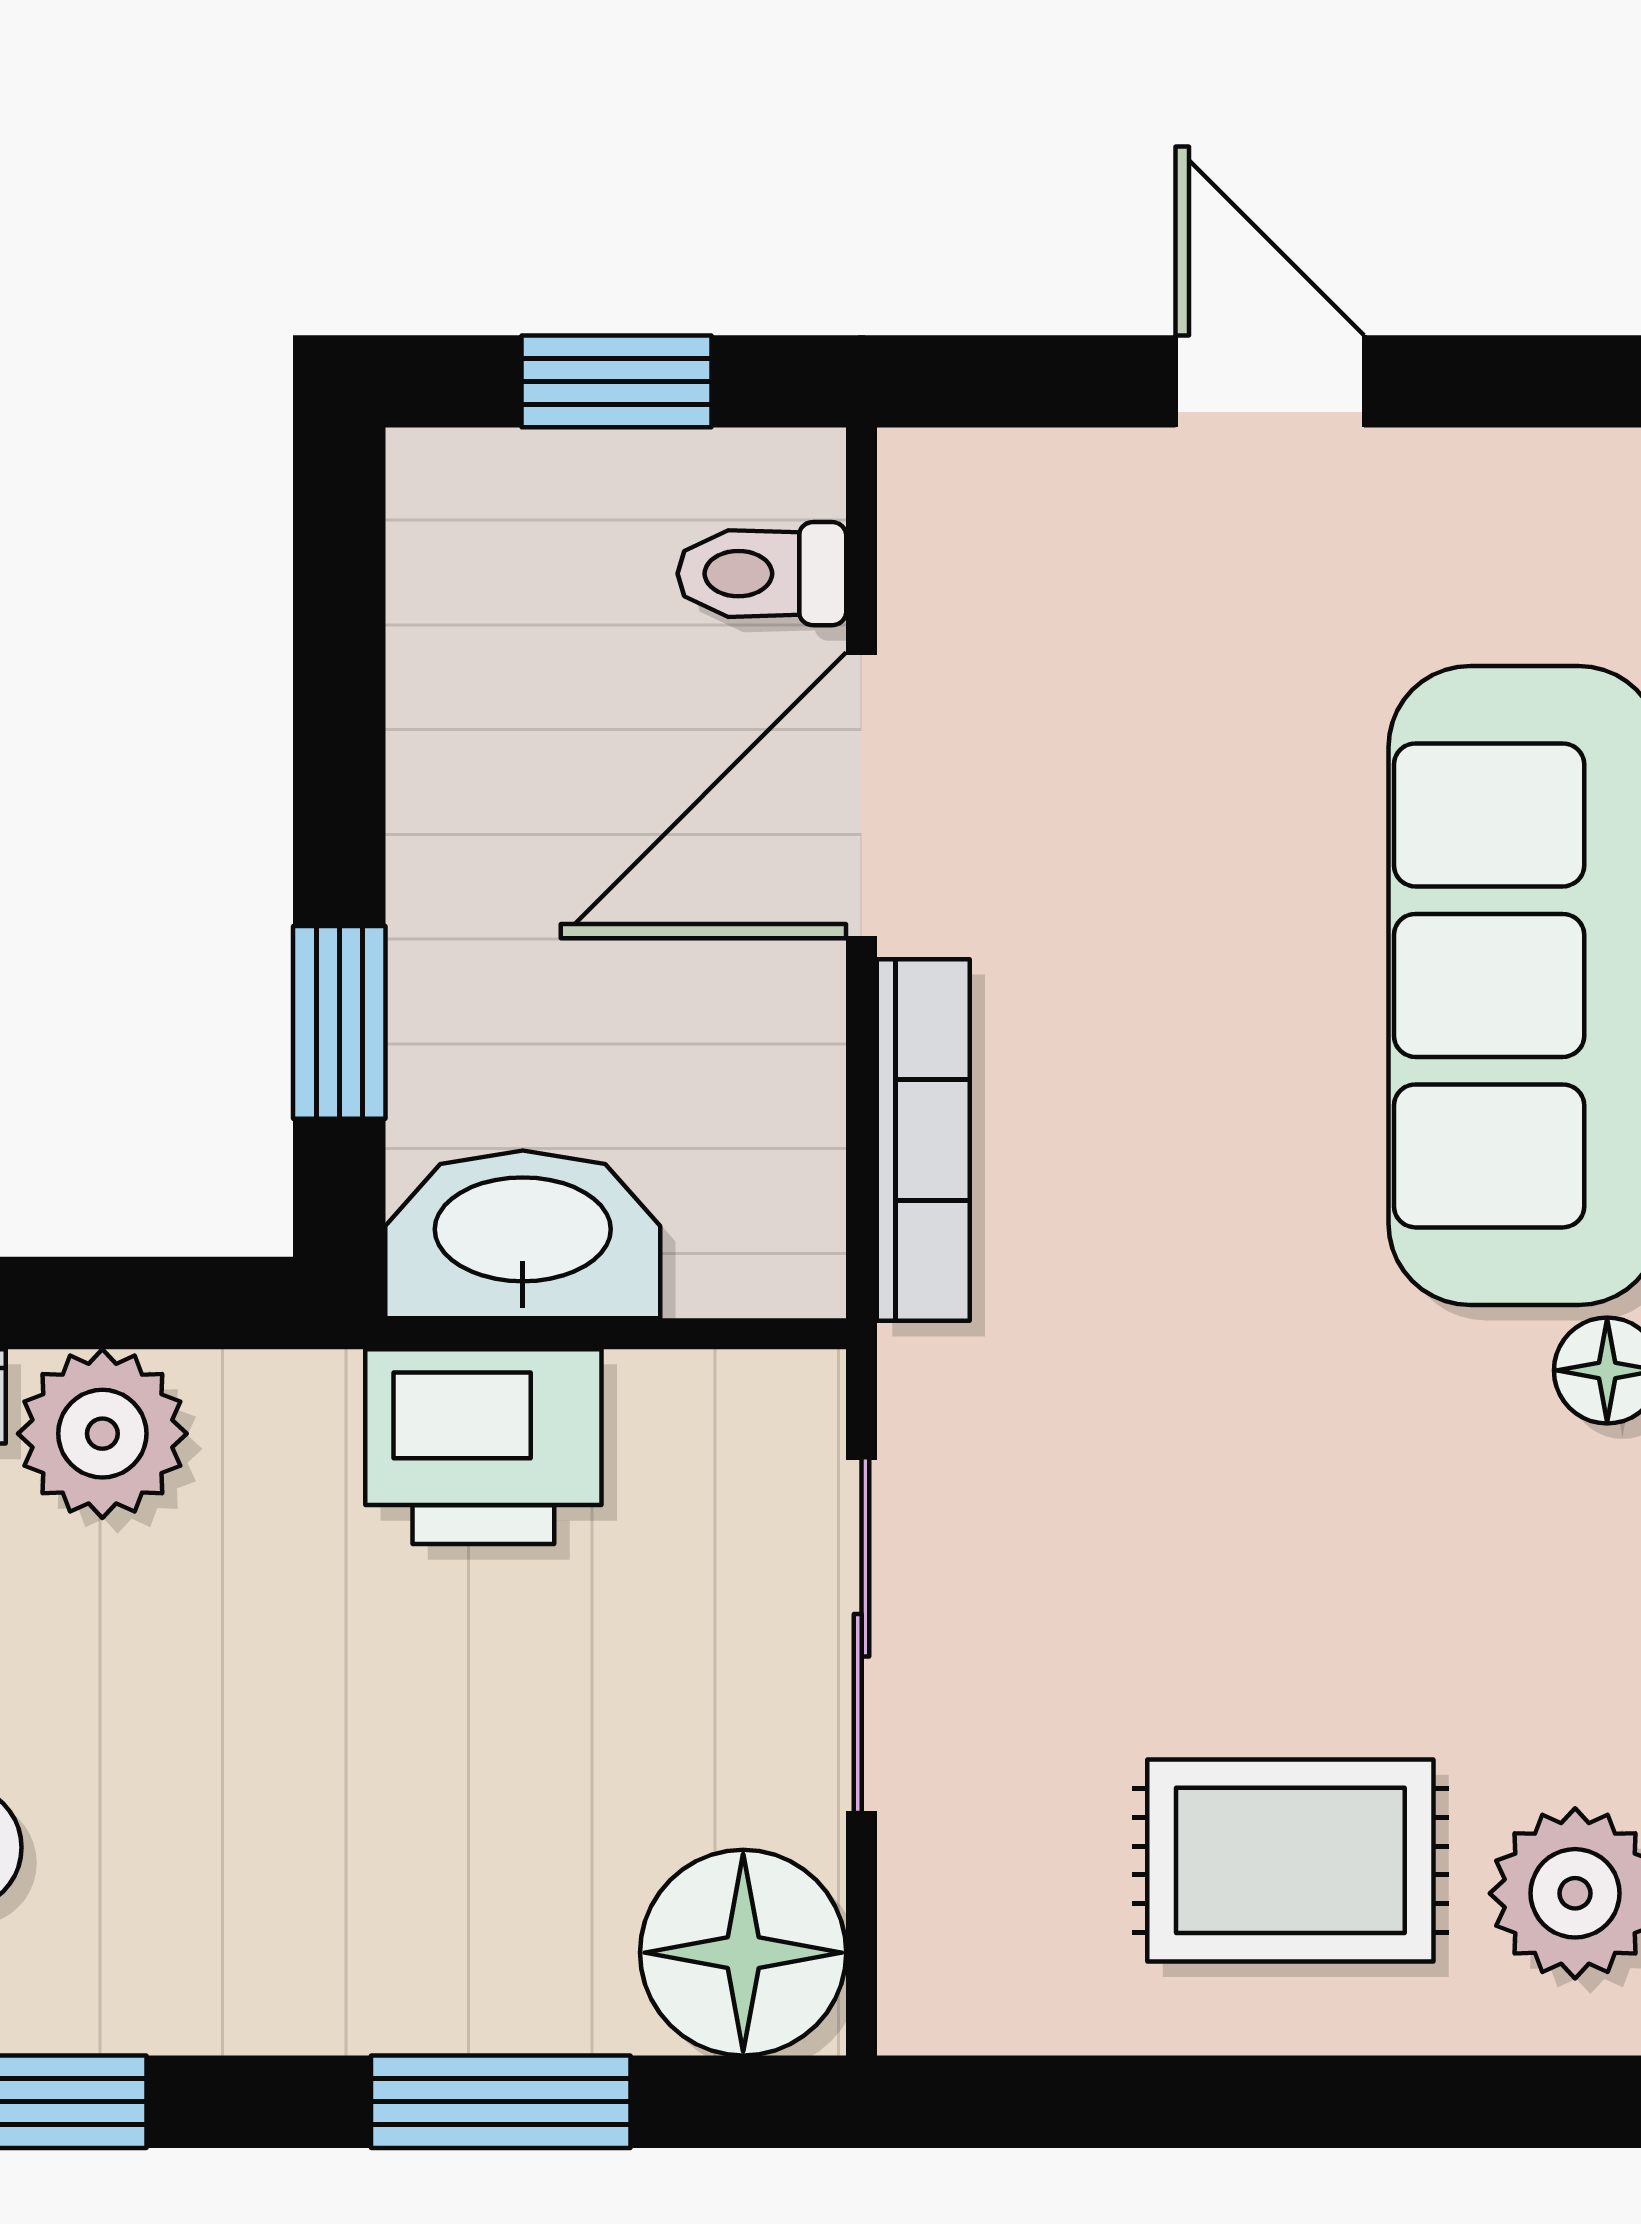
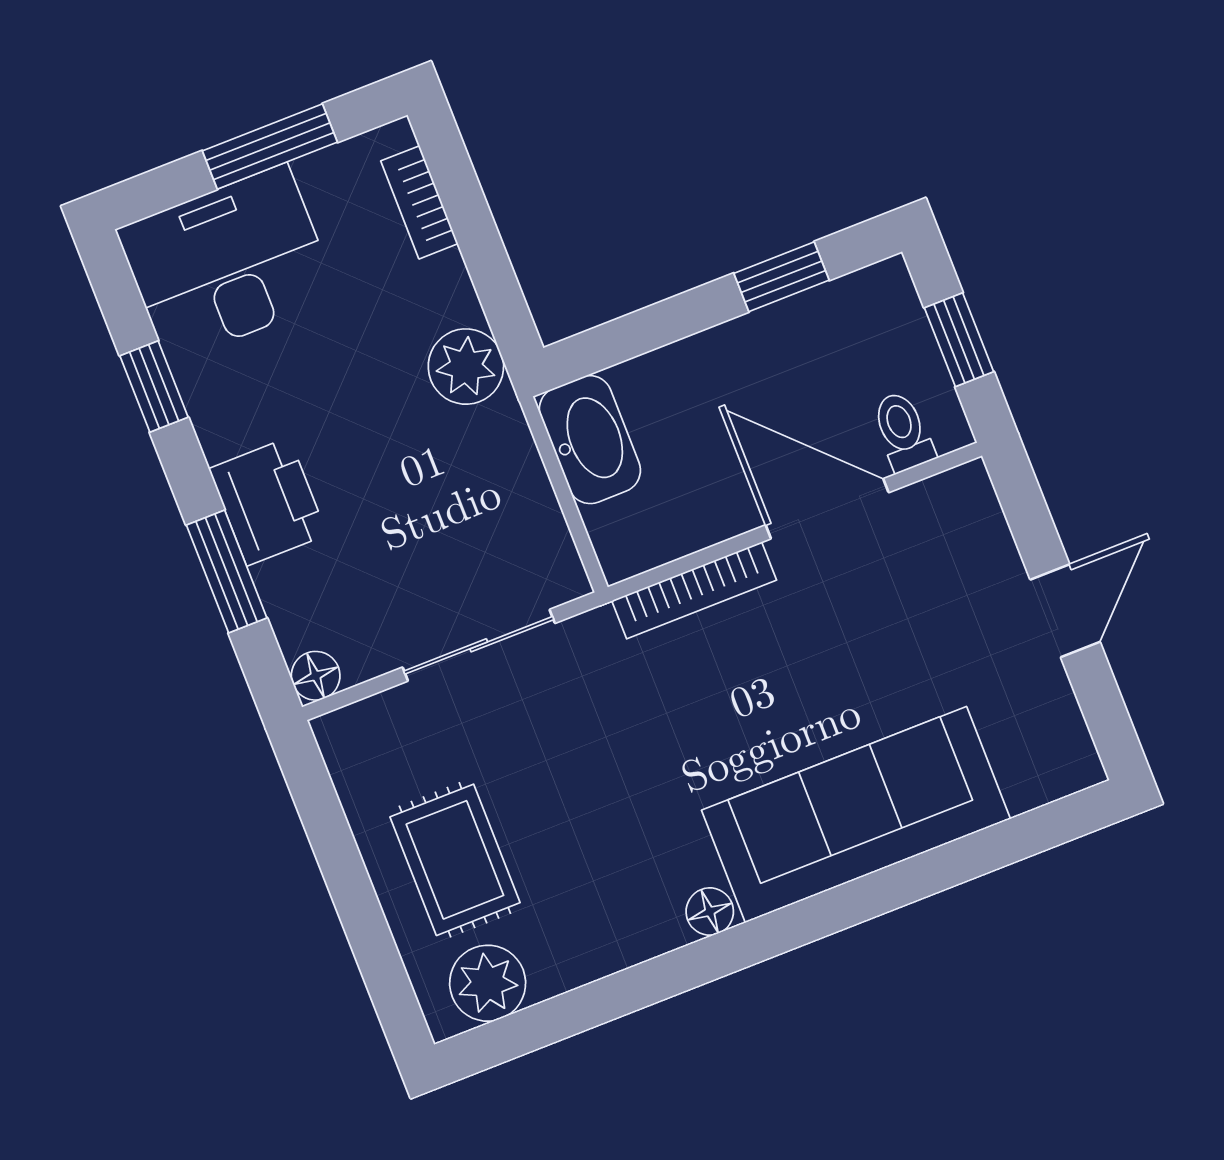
window: (339, 1022) -> (782, 277), moved
plant: (102, 1434) -> (466, 367), moved
printer: (483, 1447) -> (268, 502), moved, turned 180
floor lamp: (743, 1953) -> (316, 676), width x0.53, depth x0.53

